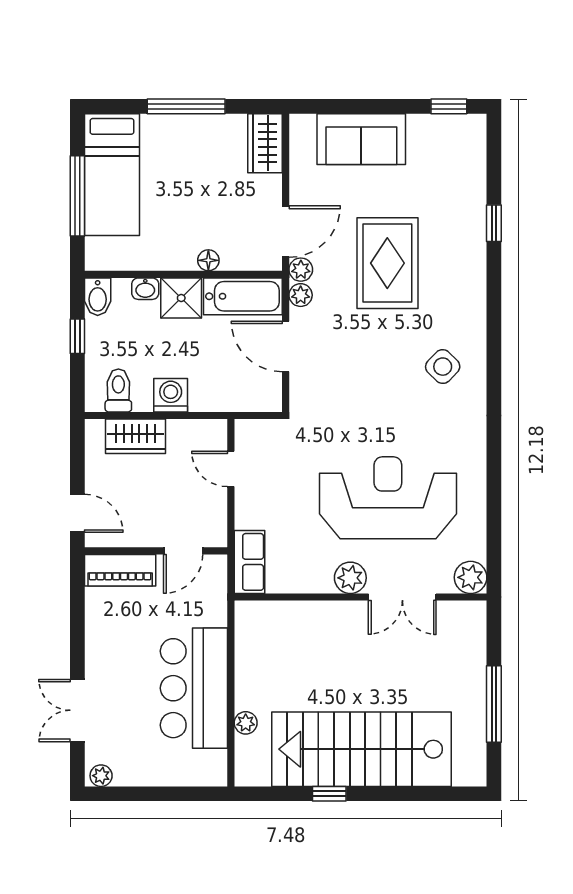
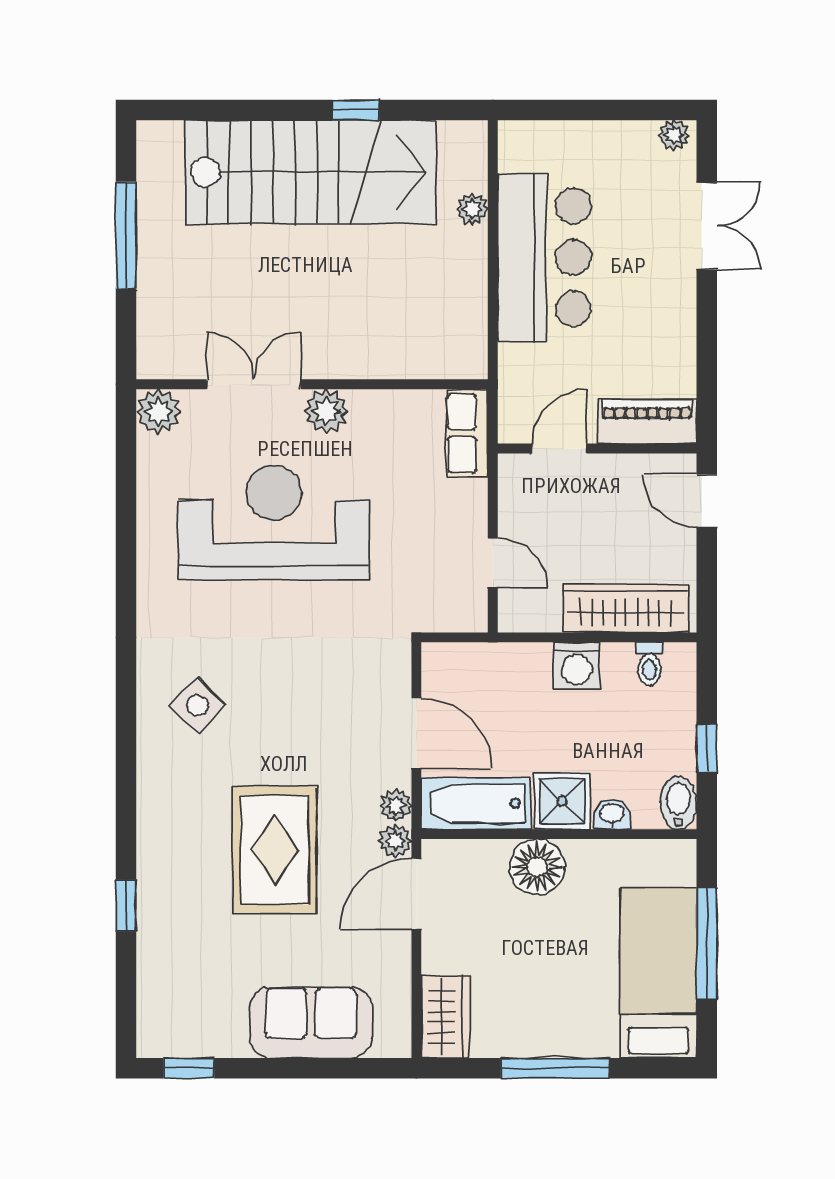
floor lamp: (208, 260) -> (537, 867), width x1.89, depth x1.89
toilet: (118, 390) -> (650, 664), width x0.73, depth x0.72
wardrobe: (135, 436) -> (626, 608), width x1.50
reception desk: (388, 498) -> (274, 523), turned 180

